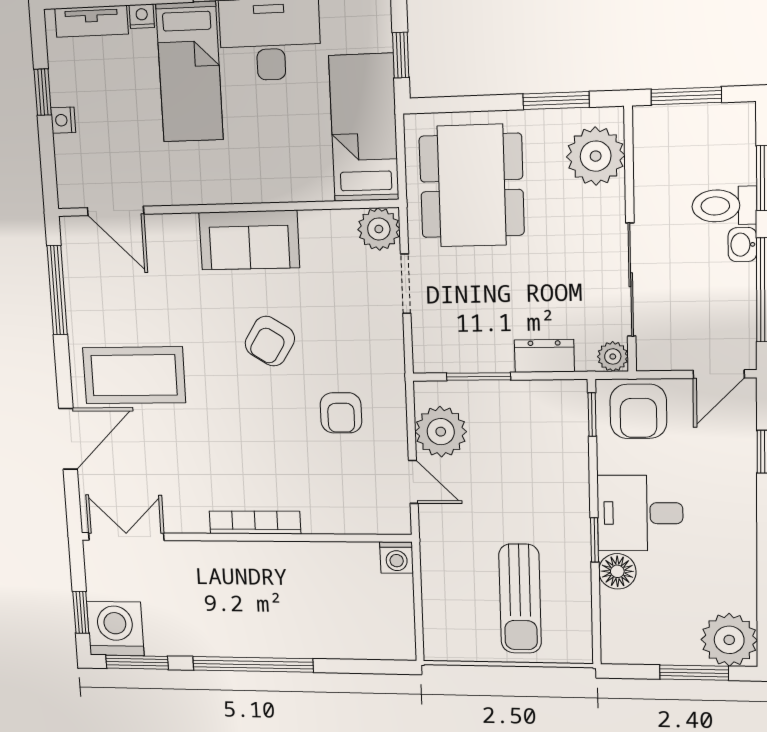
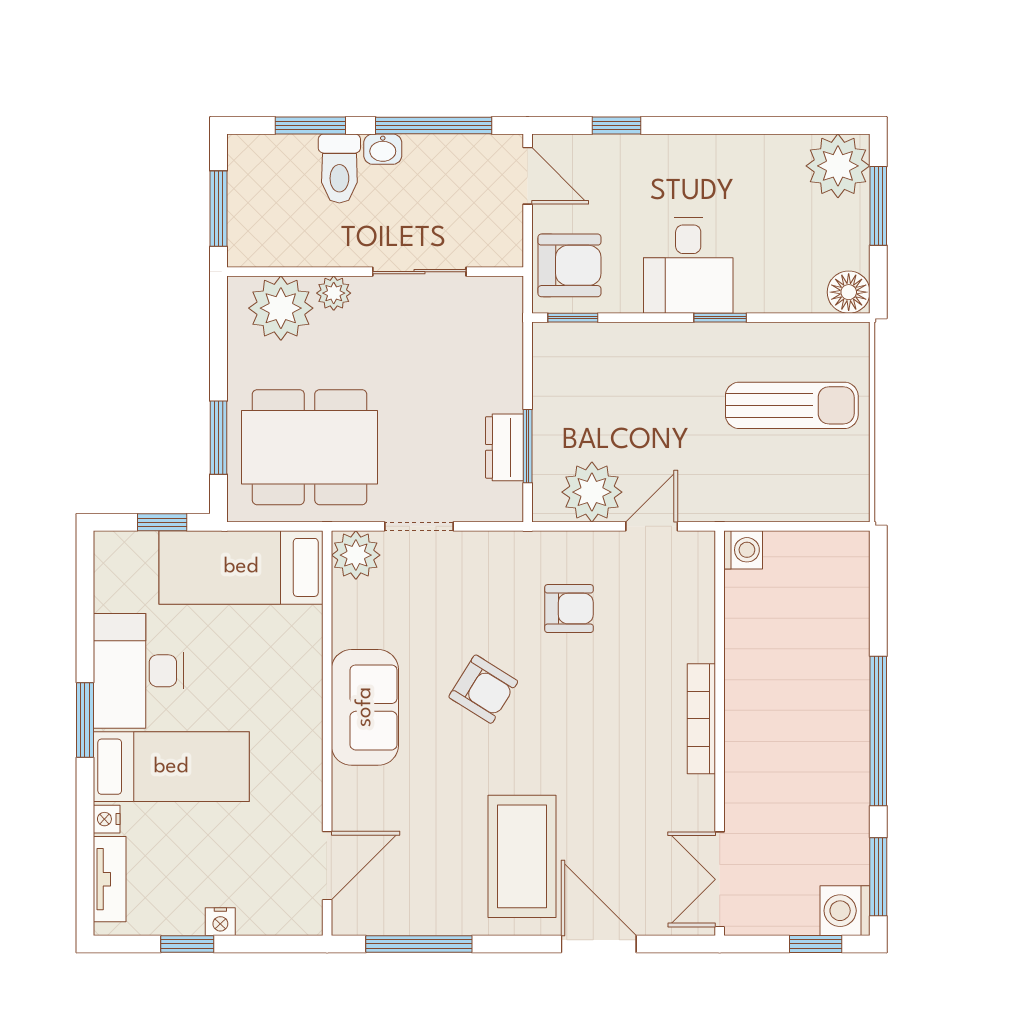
window: (556, 101) -> (219, 438), moved
sliding door: (631, 280) -> (419, 272), width x0.73
dresser: (544, 356) -> (505, 447), moved
plant: (613, 356) -> (334, 293), moved
floor lamp: (617, 571) -> (849, 292), moved
washing machine: (115, 629) -> (845, 911), width x0.73, depth x0.73

